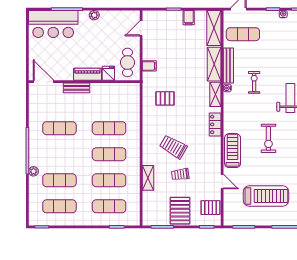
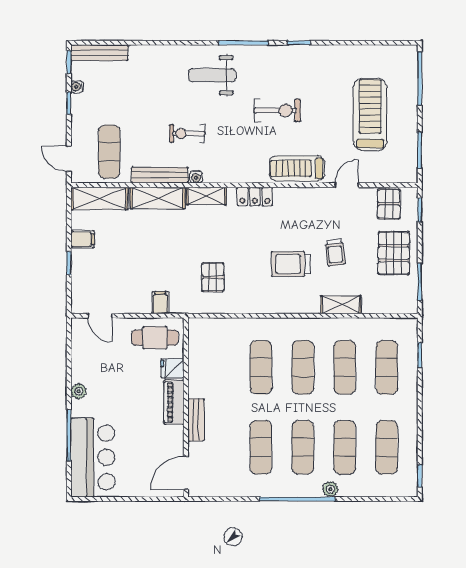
trolley: (173, 147) -> (291, 264), turned 60
exercise mat: (59, 154) -> (303, 447), added
pallet: (180, 211) -> (394, 253), turned 90

